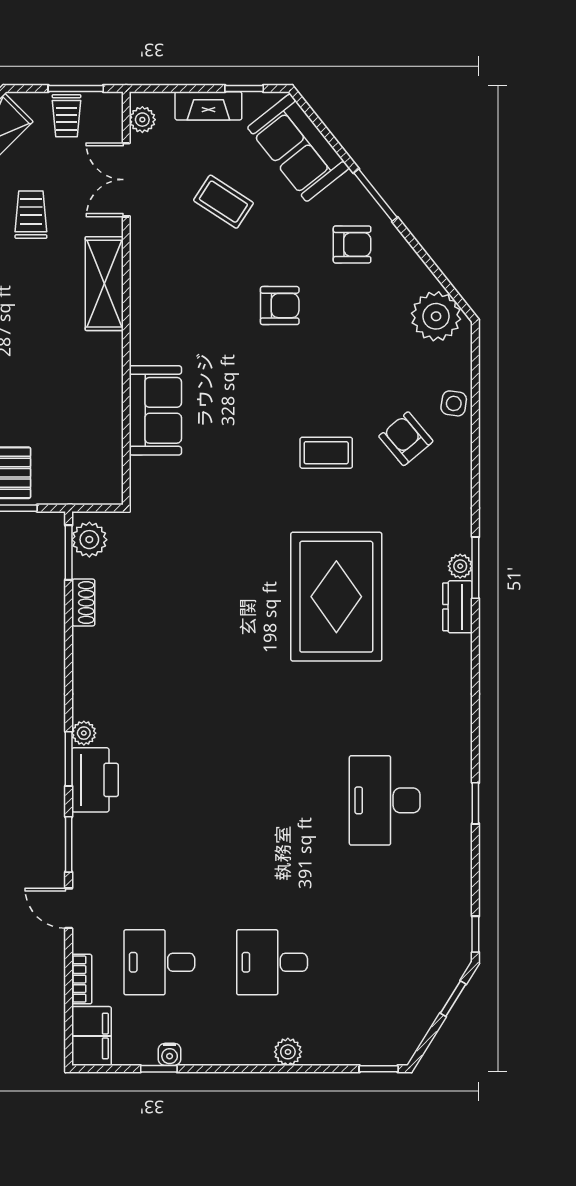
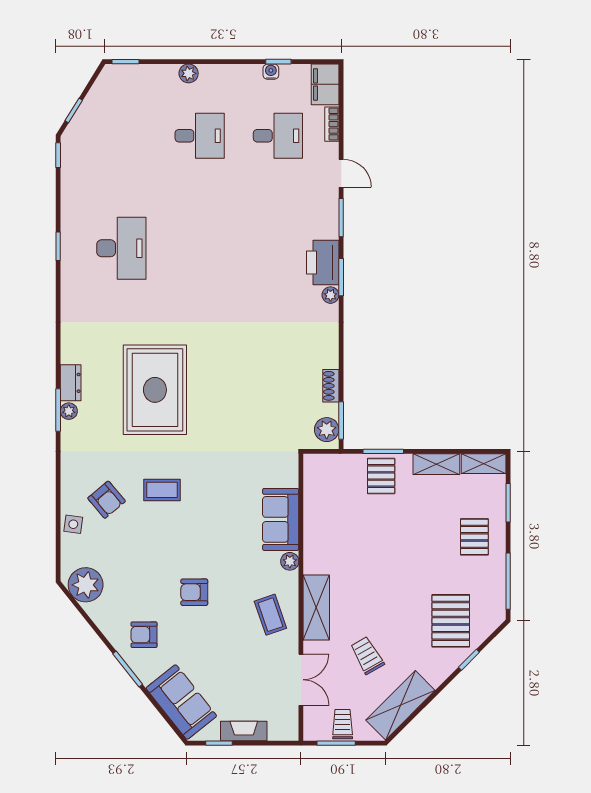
plant: (142, 120) -> (290, 561), moved
coffee table: (223, 202) -> (270, 615), moved, turned 38
trolley: (31, 215) -> (367, 655), turned 150

